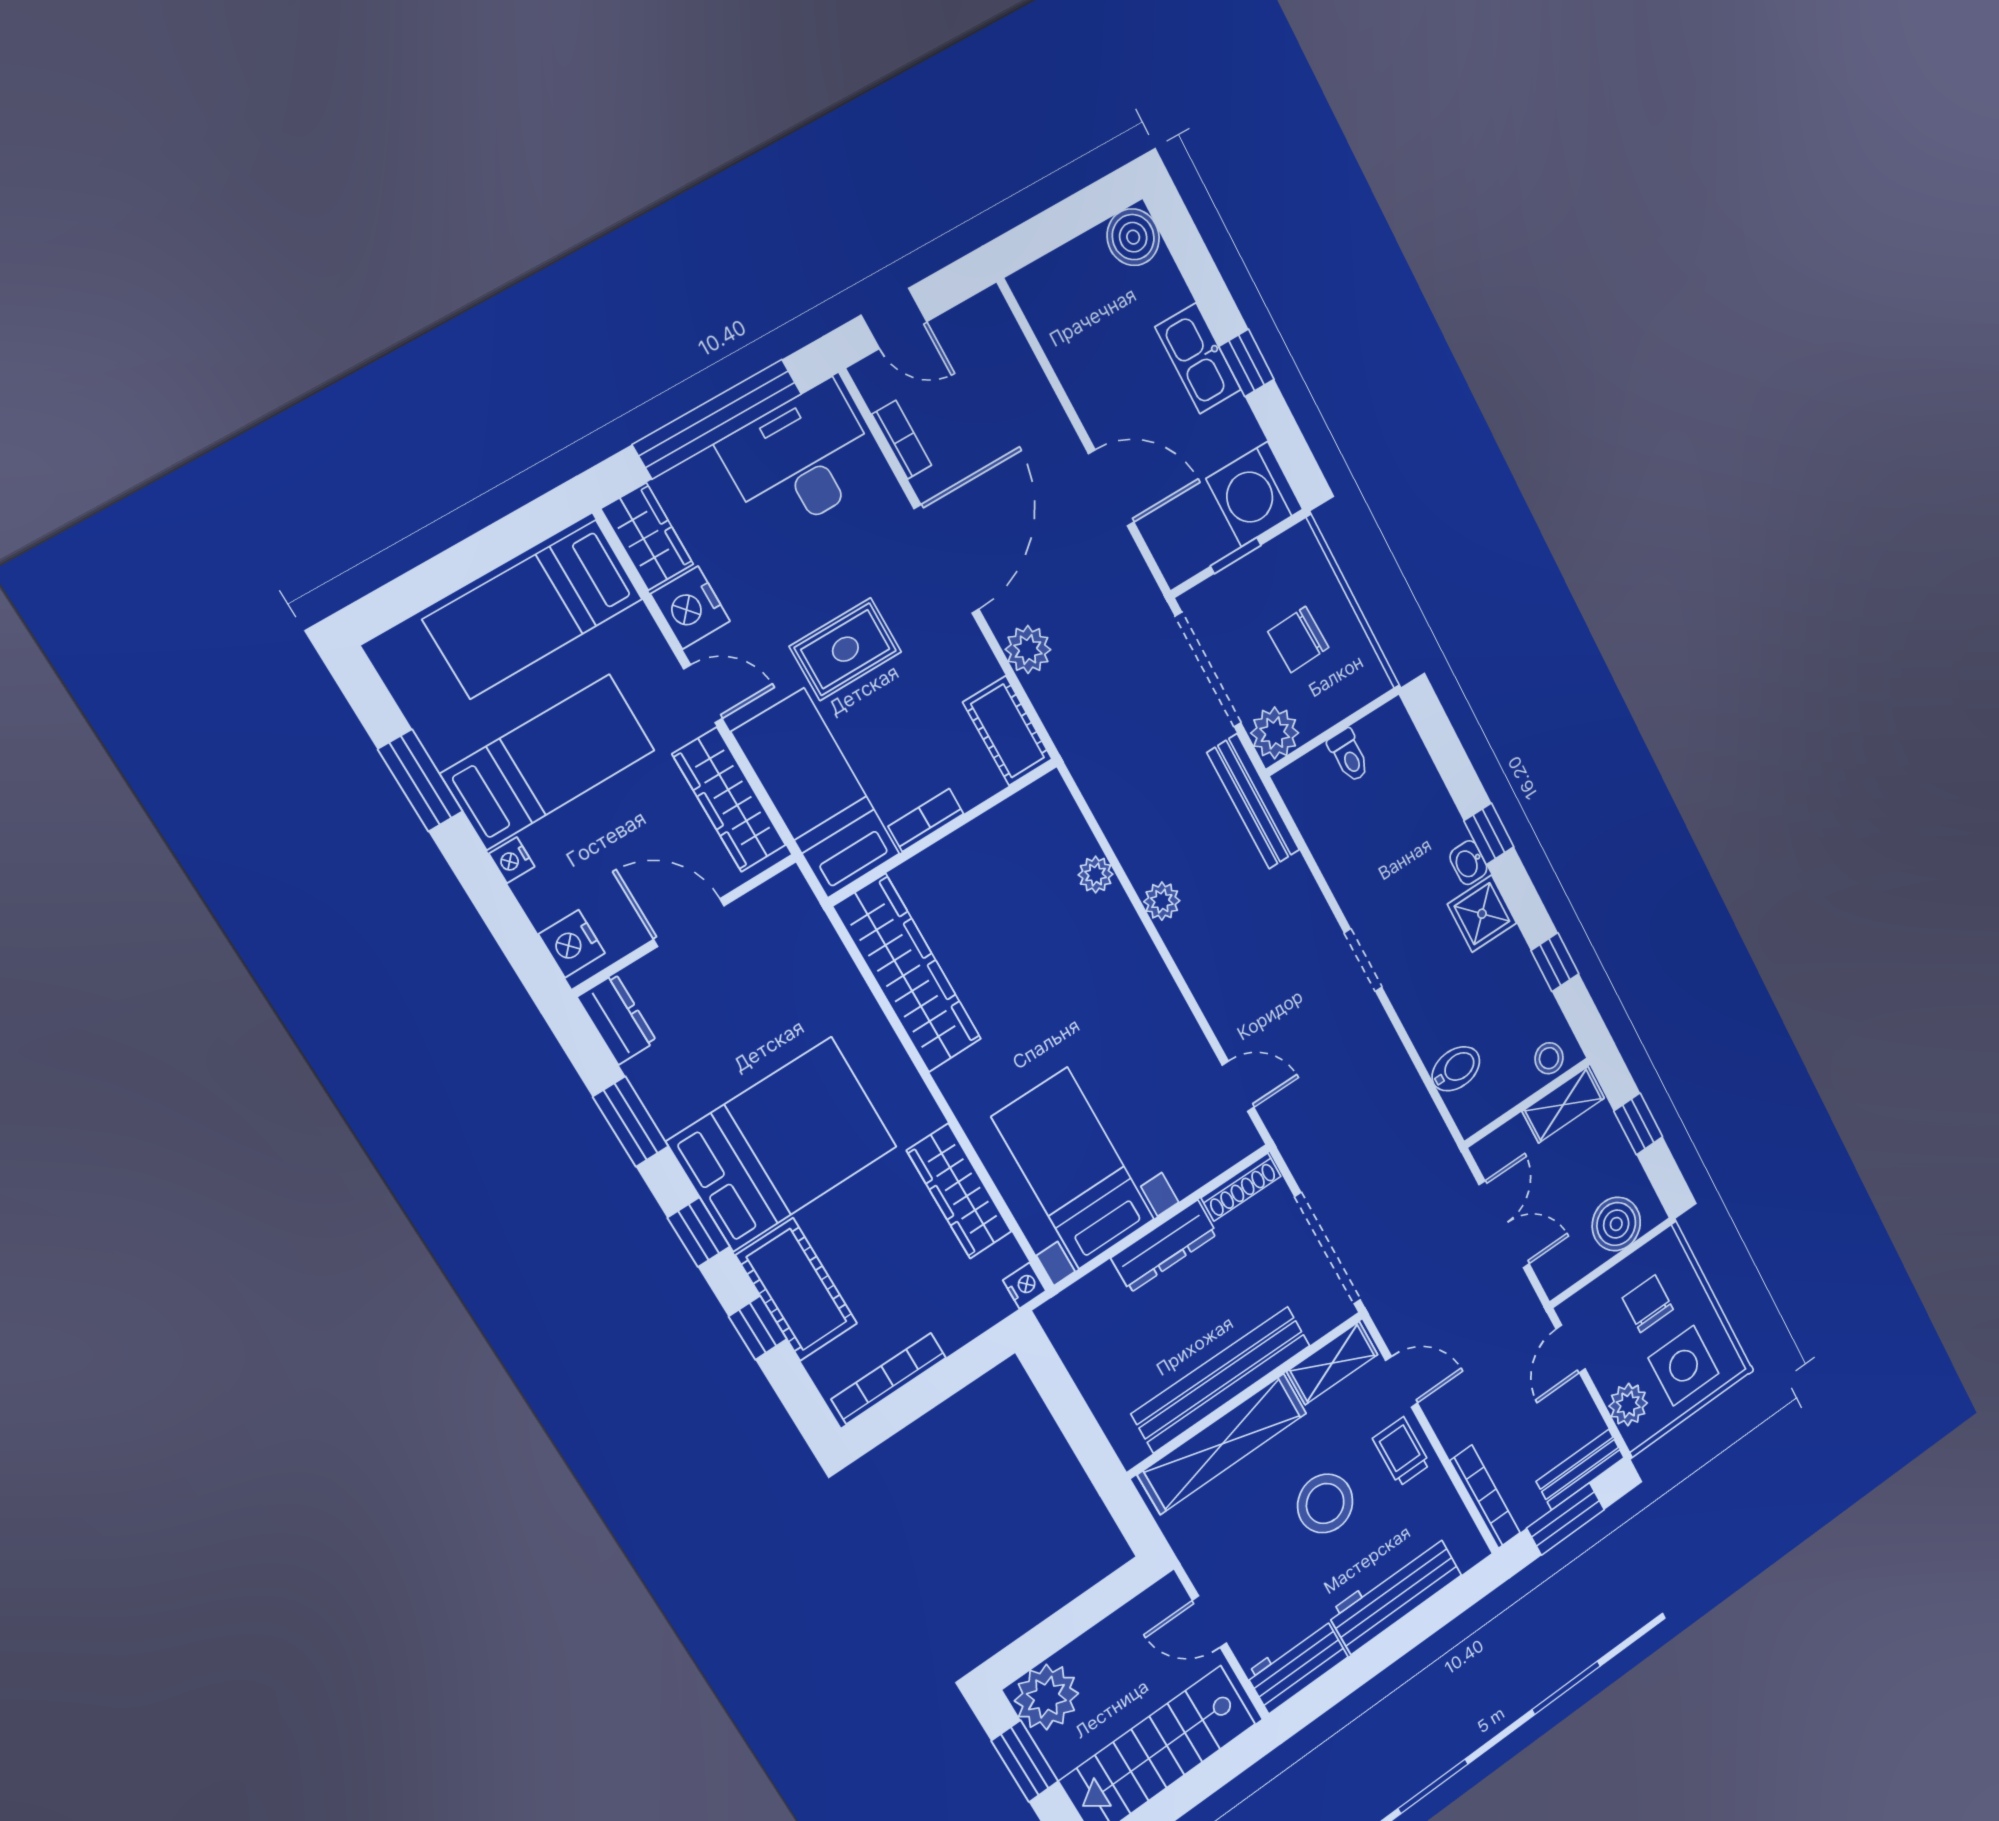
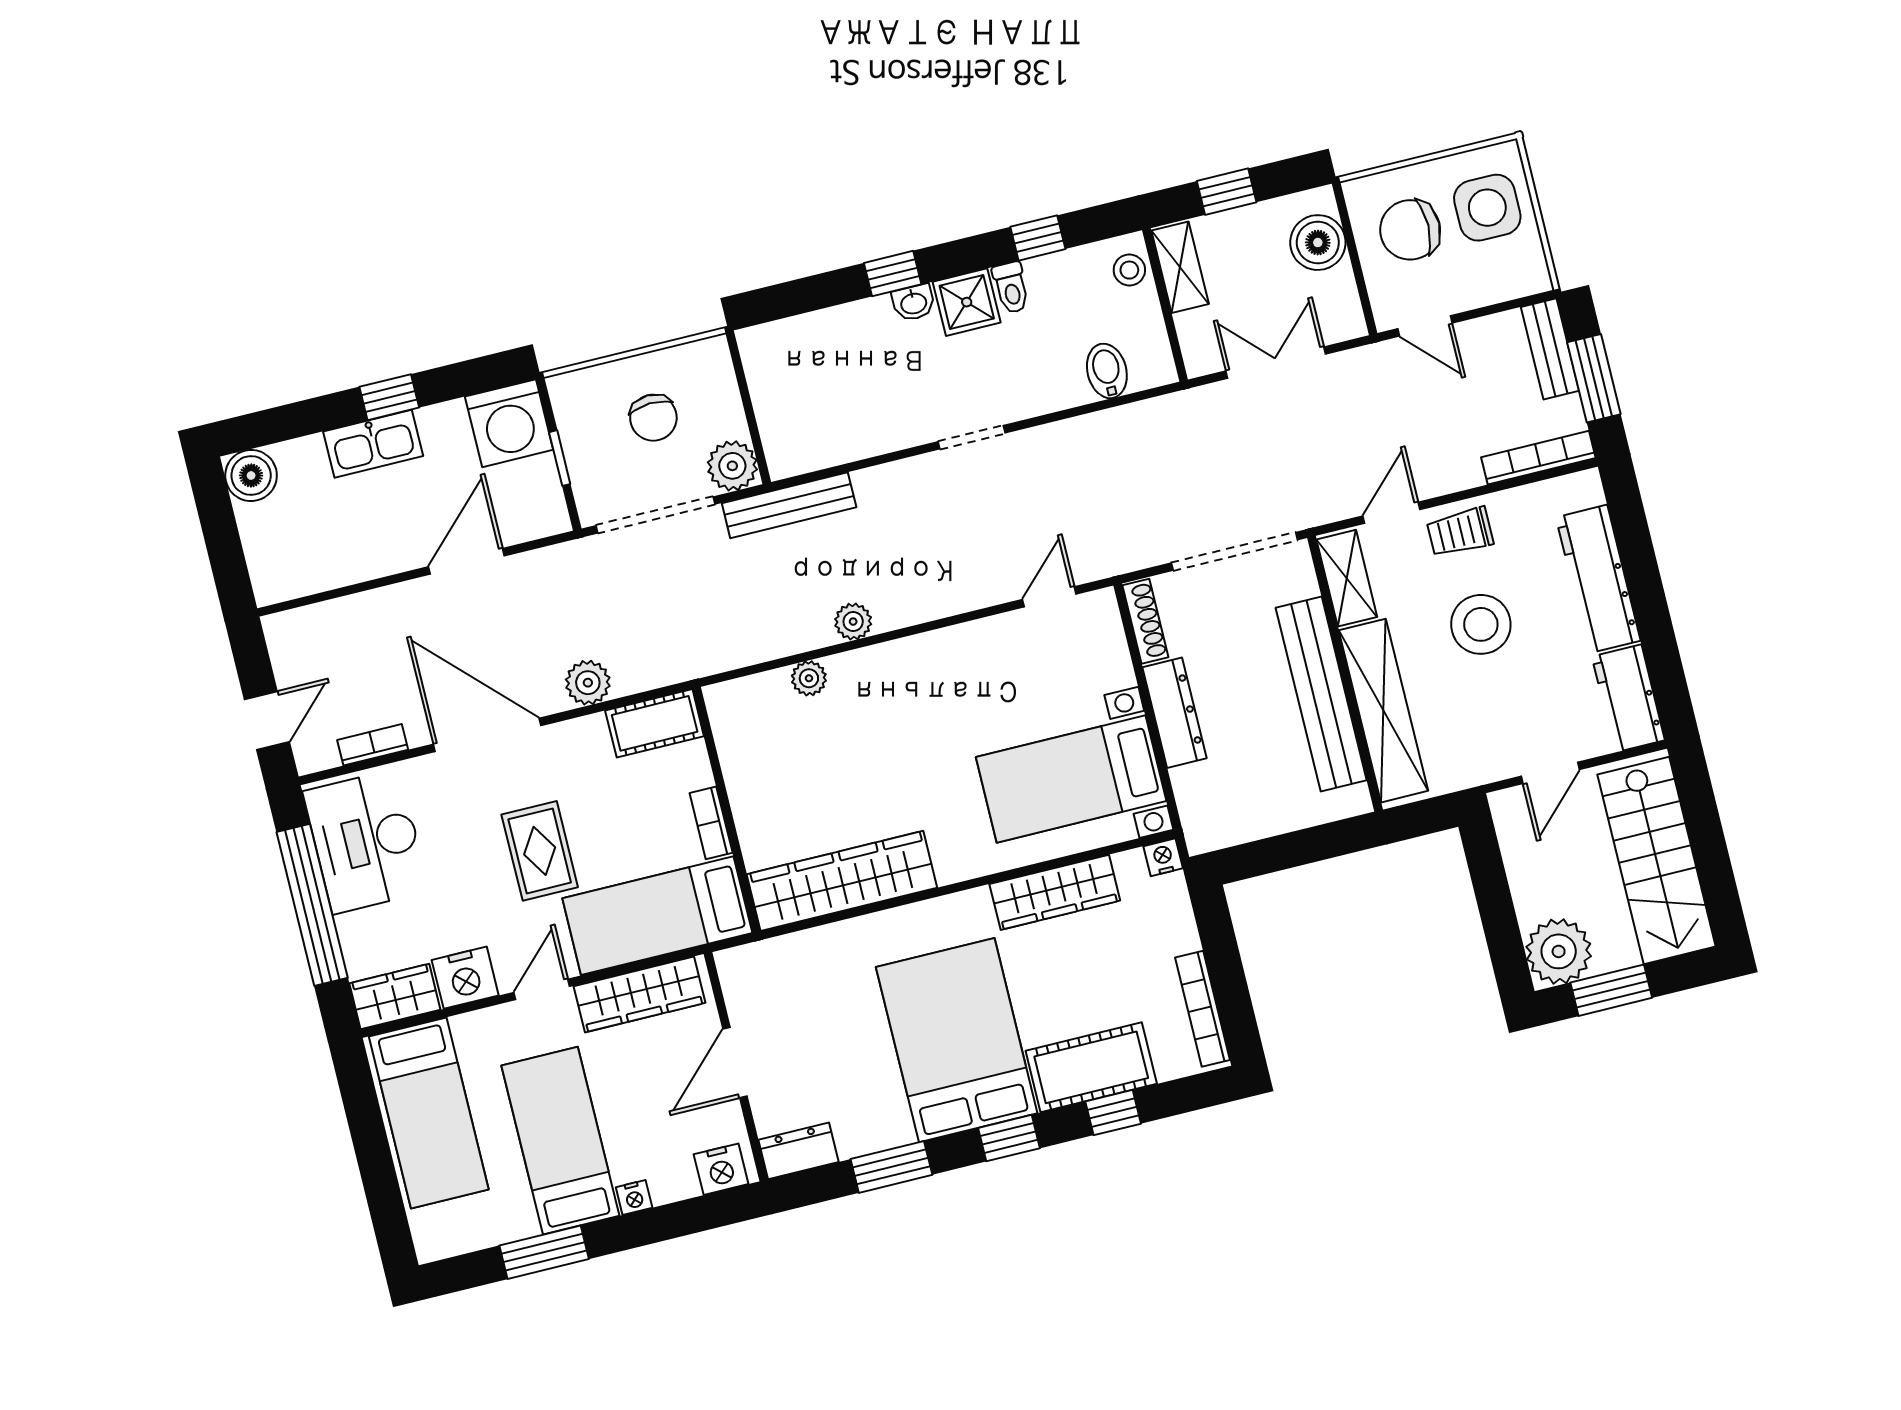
toilet: (1349, 756) -> (1011, 288), moved, turned 90
chair: (1648, 1304) -> (1410, 230), width x1.37, depth x1.37
plant: (1628, 1405) -> (1504, 279), removed

